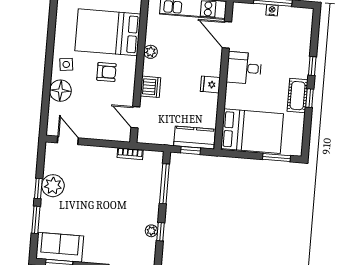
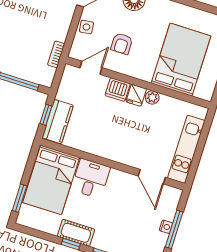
door: (227, 35) -> (152, 177), swing flipped
side table: (66, 64) -> (86, 27), moved
desk: (244, 68) -> (91, 178), moved
armchair: (106, 72) -> (122, 44), moved
fridge: (210, 84) -> (136, 95), moved, turned 180

